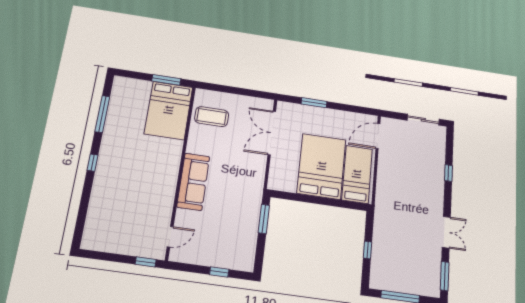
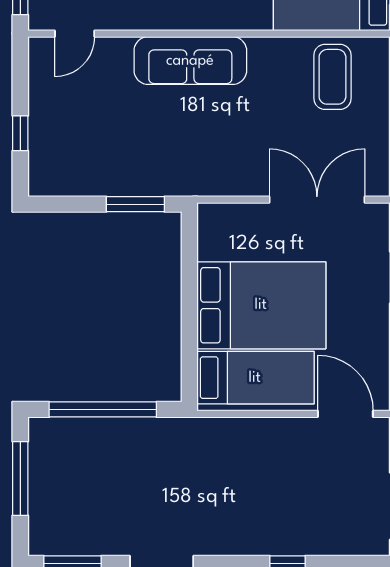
door: (170, 237) -> (75, 34), hinge flipped
window: (367, 250) -> (103, 409), width x3.17

